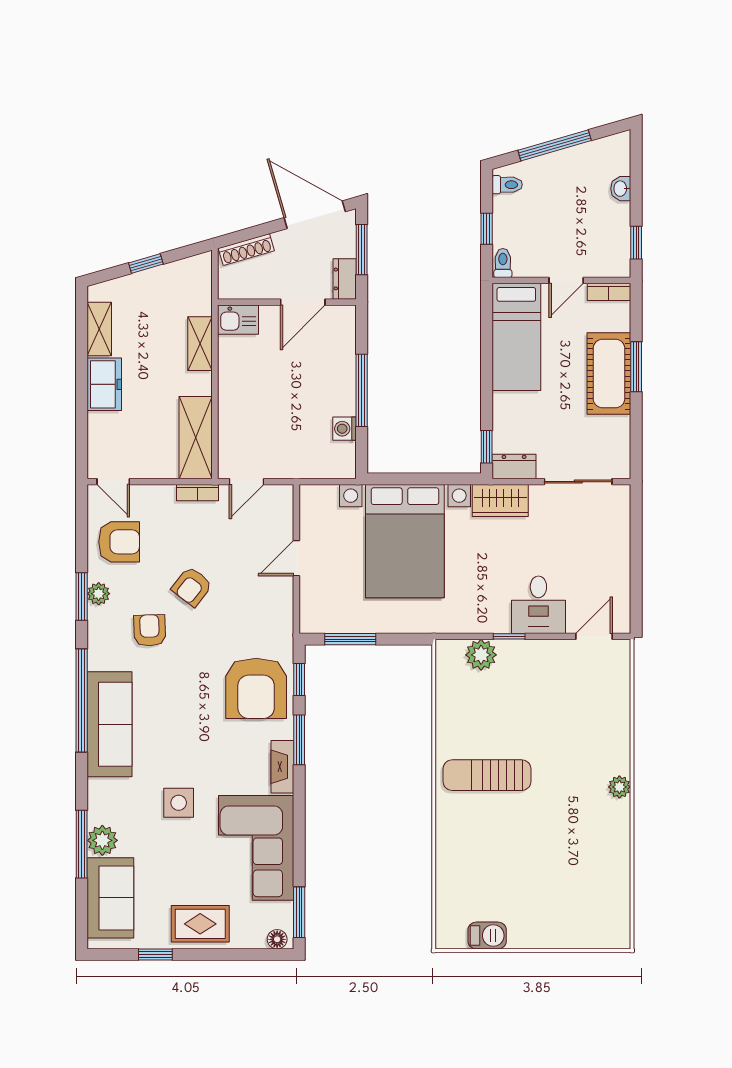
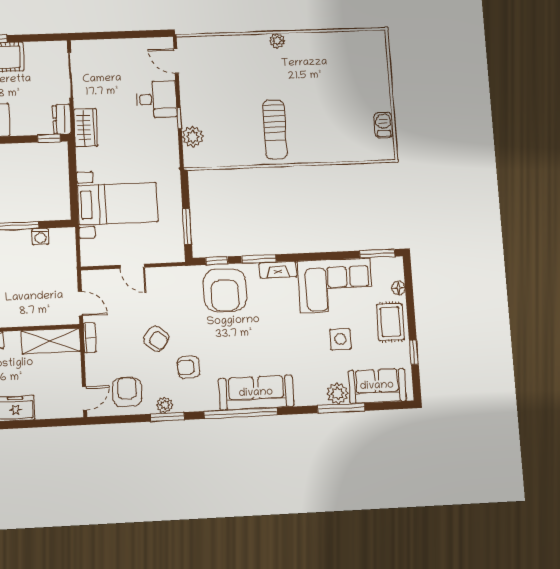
bed with nightstands: (405, 541) -> (118, 204), width x0.73
armchair: (256, 688) -> (225, 290), turned 90
side table: (179, 803) -> (340, 339), moved
floor lamp: (277, 939) -> (398, 288), moved

